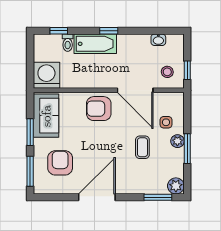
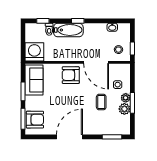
armchair: (60, 163) -> (35, 120), moved, turned 90
plant: (176, 186) -> (124, 109), moved

